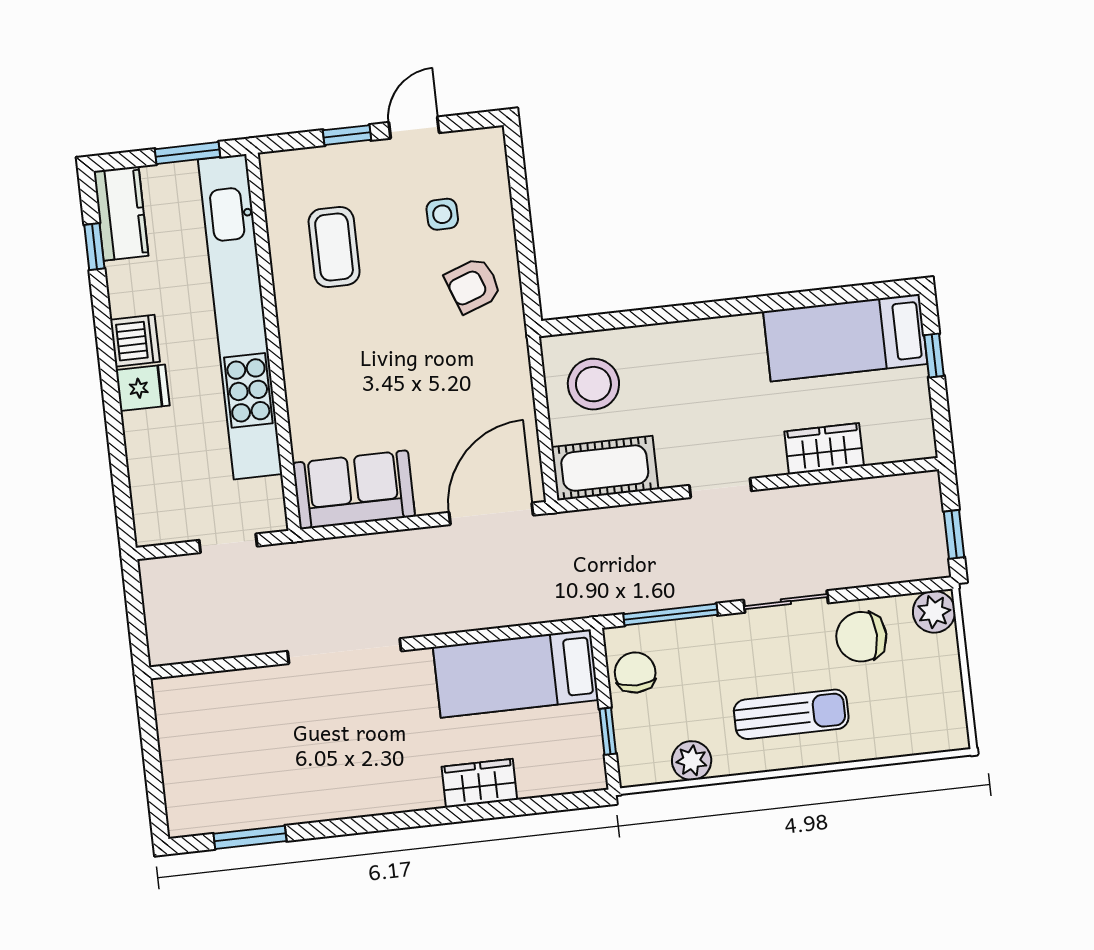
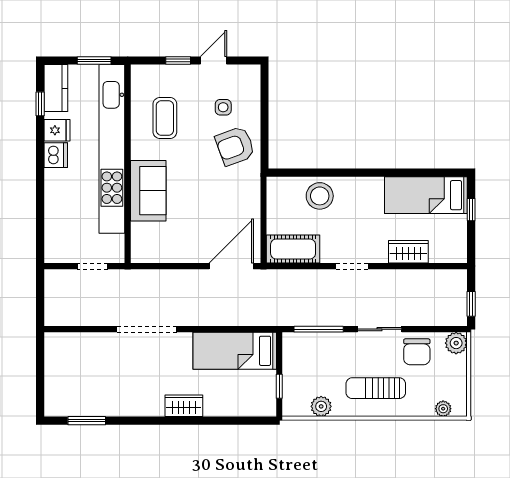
armchair: (473, 285) -> (235, 146), width x1.38, depth x1.38
stool: (593, 384) -> (320, 196), moved
fridge: (143, 388) -> (57, 130), moved
sofa: (354, 490) -> (148, 191), moved, turned 90
chair: (861, 637) -> (417, 352), turned -90
chair: (635, 672) -> (297, 357), removed
sun lounger: (791, 714) -> (376, 388), turned 180
plant: (923, 739) -> (443, 409), added
wardrobe: (479, 783) -> (184, 406), moved

